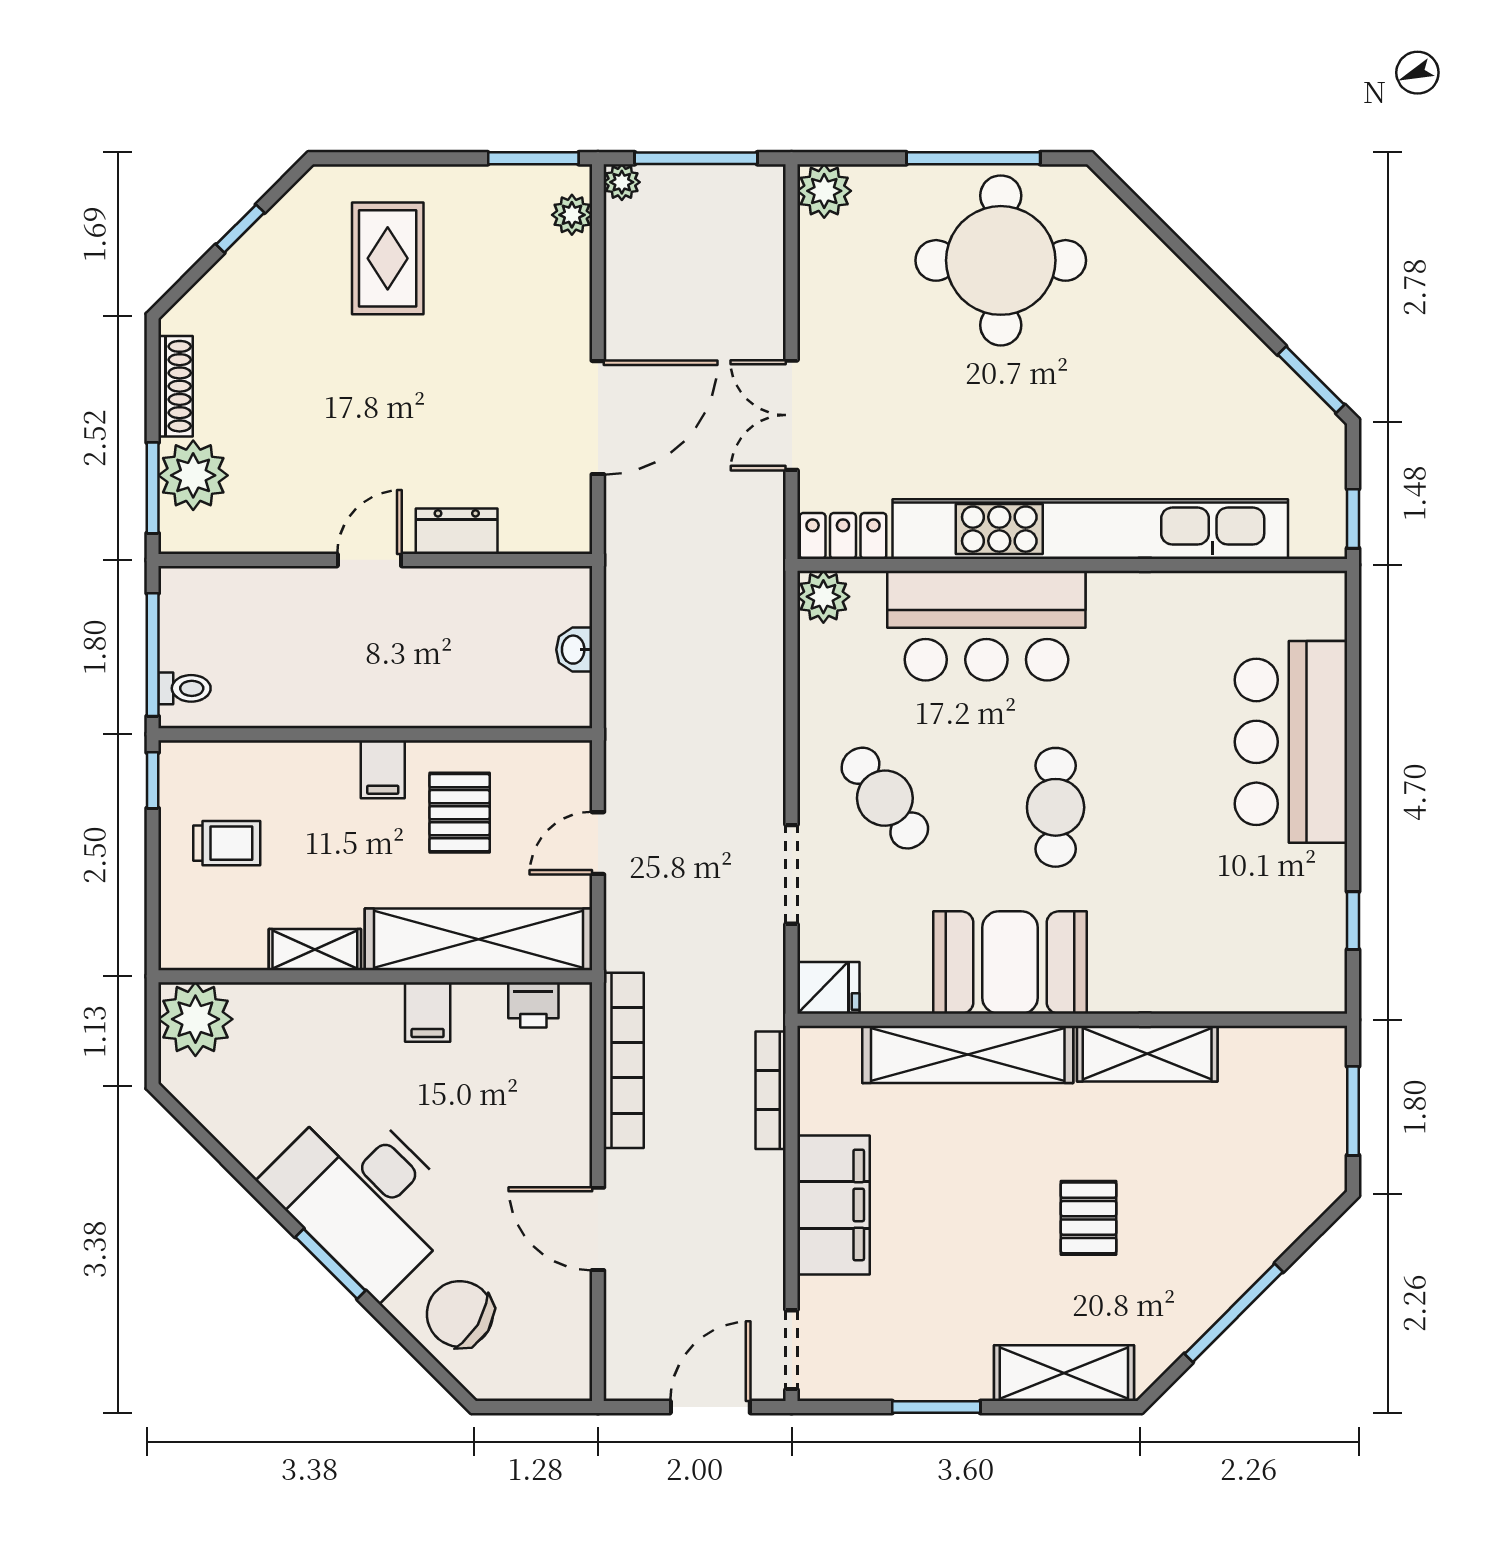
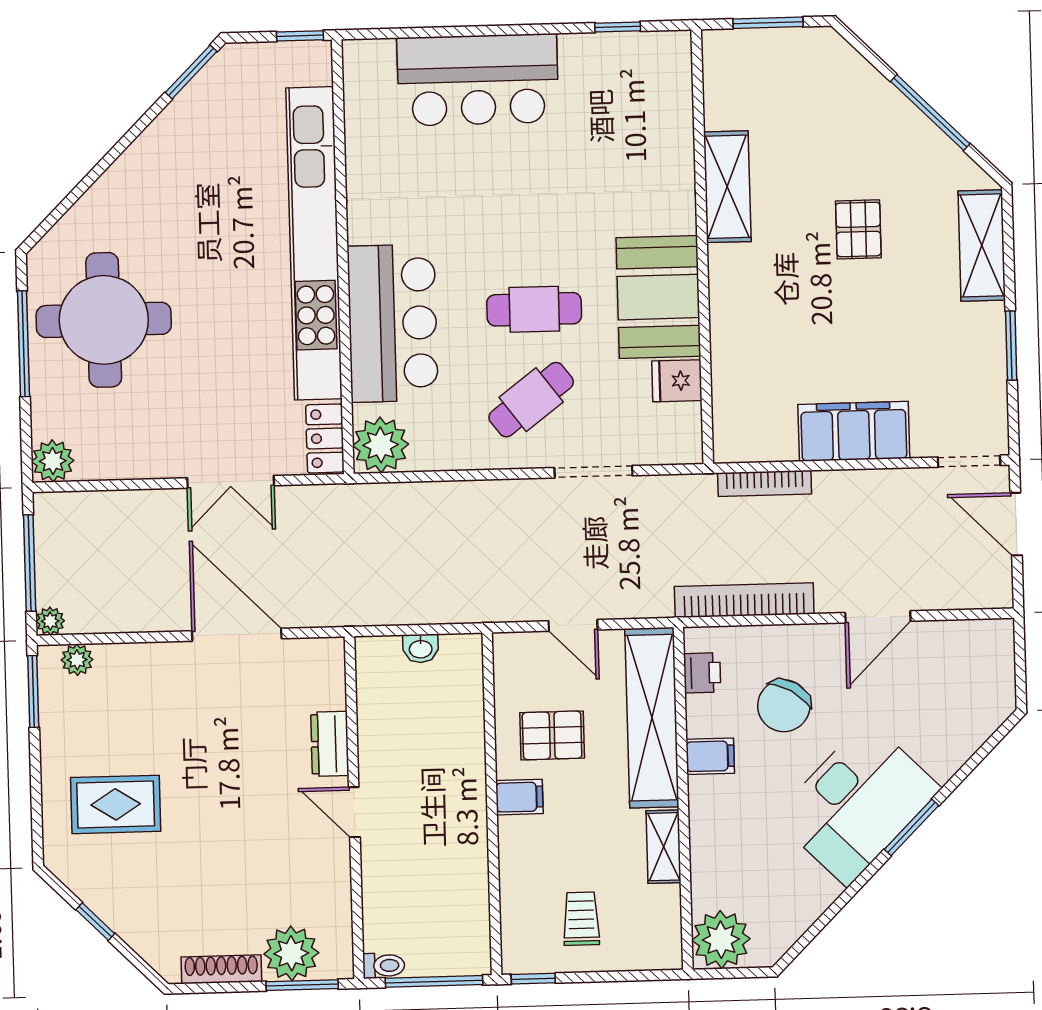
plant: (823, 597) -> (381, 445), width x1.36, depth x1.36
toilet: (184, 688) -> (384, 966), moved, turned 90
cafe table: (1056, 807) -> (534, 309), moved
fridge: (828, 988) -> (677, 381), moved, turned -90
shelving: (968, 1054) -> (732, 328), removed
pallet: (1089, 1218) -> (858, 229), turned 90
chair: (460, 1314) -> (784, 706), moved

